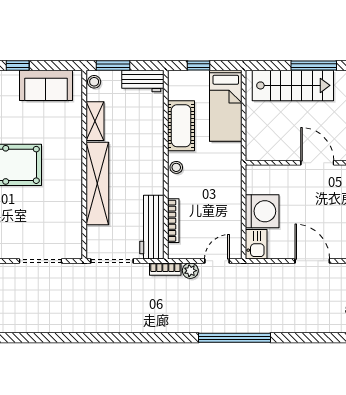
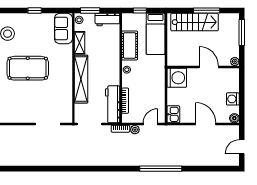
sofa: (46, 85) -> (63, 29), moved, turned 90
washing machine: (262, 211) -> (177, 78), moved

